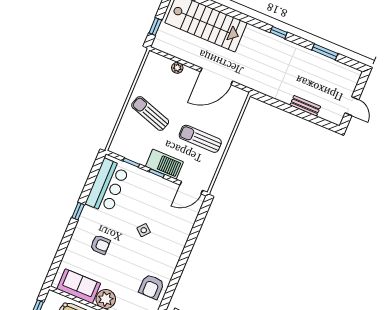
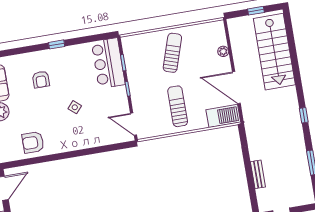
window: (155, 26) -> (256, 11), moved
barbecue: (164, 164) -> (223, 116), moved, turned -90
bar counter: (107, 186) -> (108, 63), moved, turned 90

